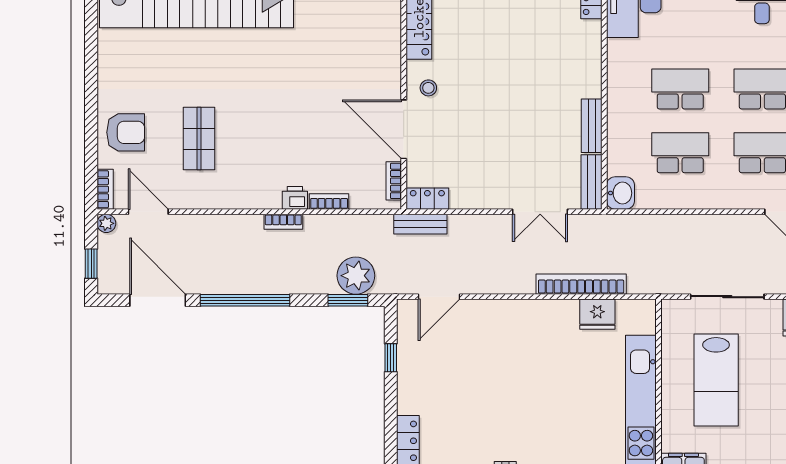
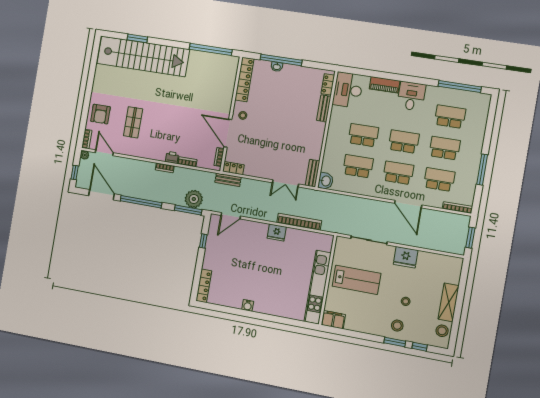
bench: (592, 126) -> (324, 108), moved
armchair: (126, 132) -> (100, 114), turned 90
window: (348, 300) -> (188, 210), width x1.44
fridge: (597, 314) -> (277, 233), moved
lab bench: (716, 380) -> (357, 280), turned -90

